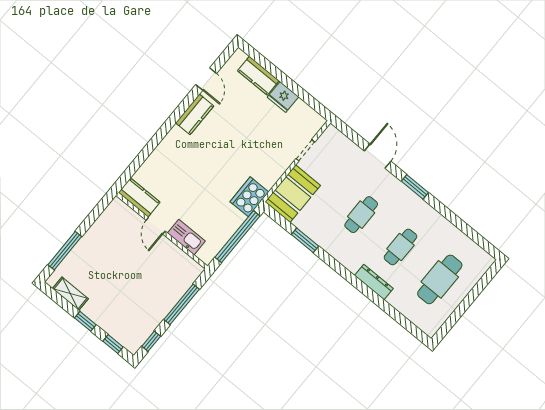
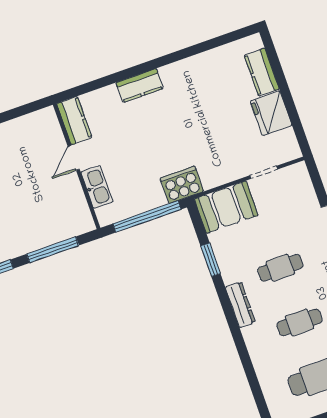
door: (206, 79) -> (209, 45), removed
fridge: (283, 97) -> (271, 113), width x1.36, depth x1.34
kitchen counter: (195, 114) -> (140, 86), moved
dresser: (374, 282) -> (240, 305), moved

